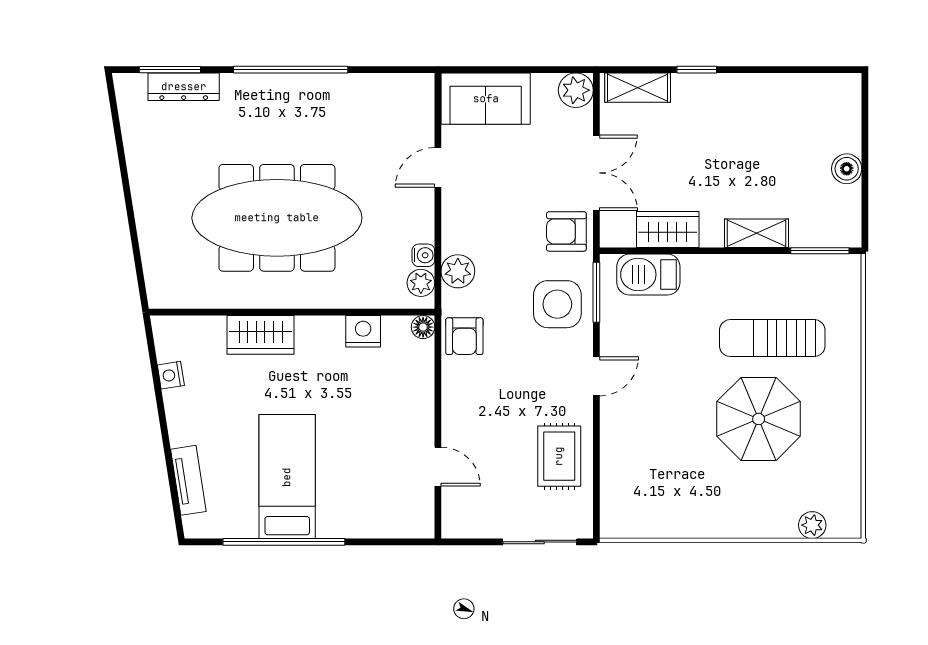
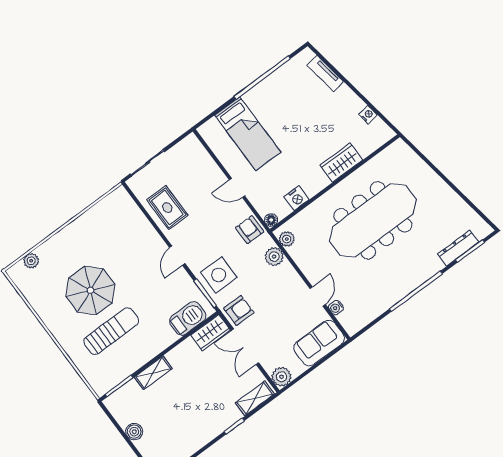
wardrobe: (668, 229) -> (211, 333), moved
water cooler: (423, 255) -> (336, 308), moved
door: (438, 467) -> (237, 188), moved
bed: (287, 477) -> (248, 134), moved

